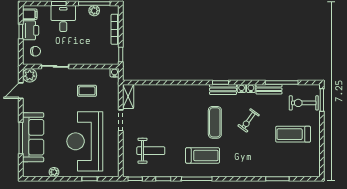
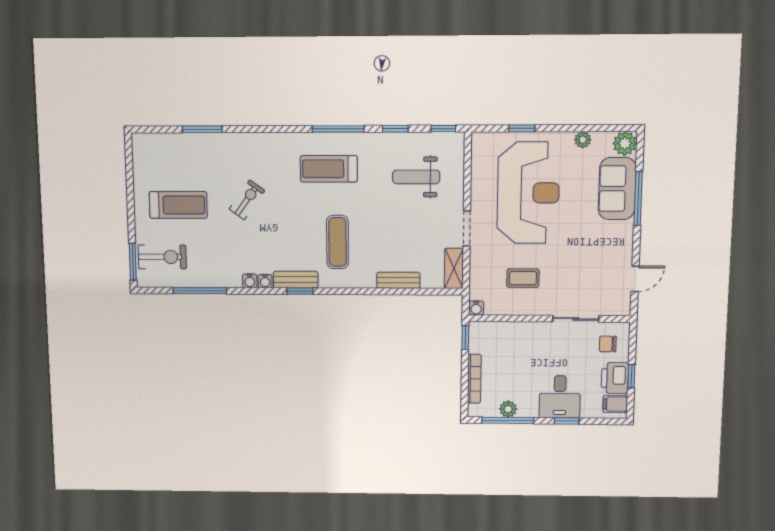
plant: (30, 75) -> (625, 143), moved
bench: (269, 89) -> (398, 280), moved
exercise bike: (249, 120) -> (247, 200), moved
exercise mat: (215, 122) -> (337, 242), moved
sofa: (33, 137) -> (617, 189), width x0.73

